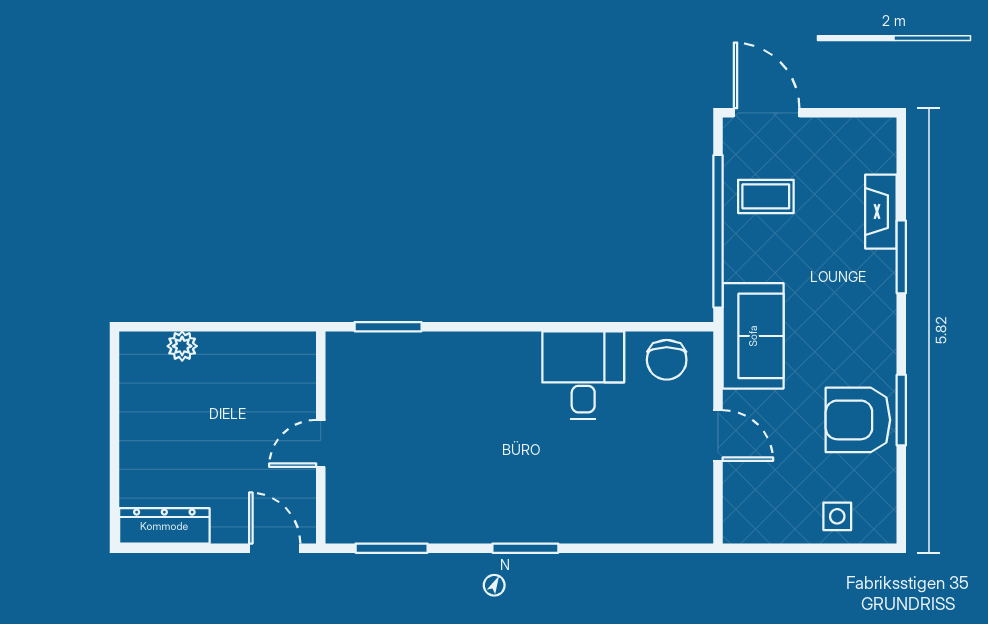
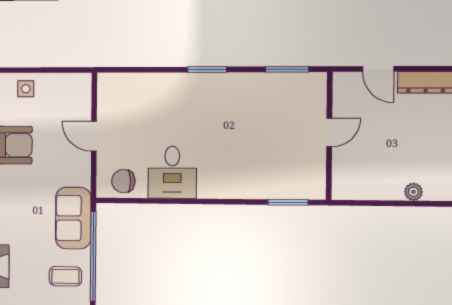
sofa: (753, 336) -> (73, 218), moved
chair: (667, 360) -> (123, 181), turned -90
door: (275, 548) -> (378, 69), moved

